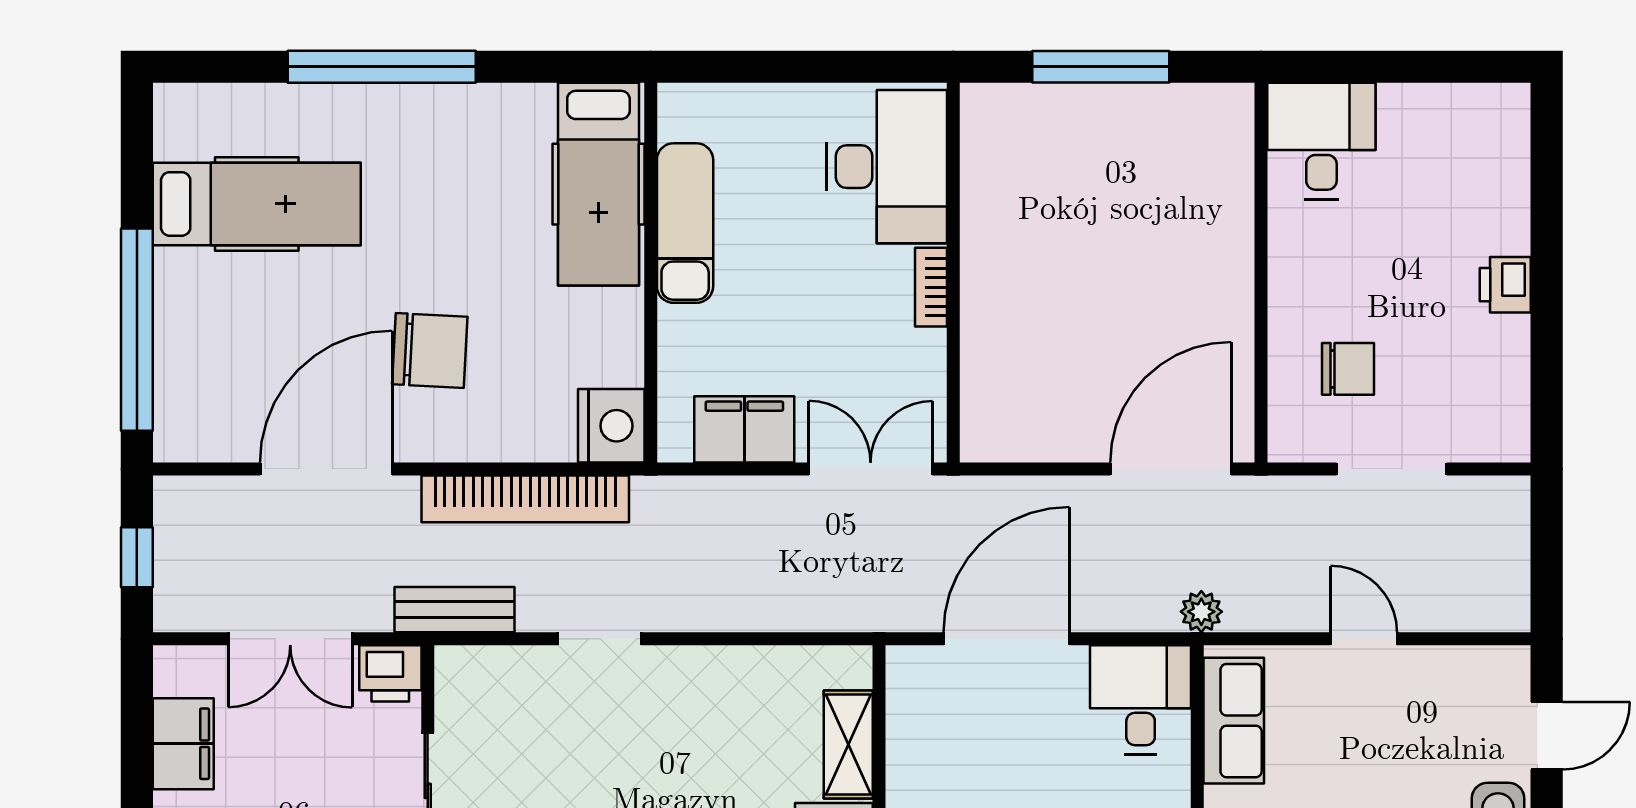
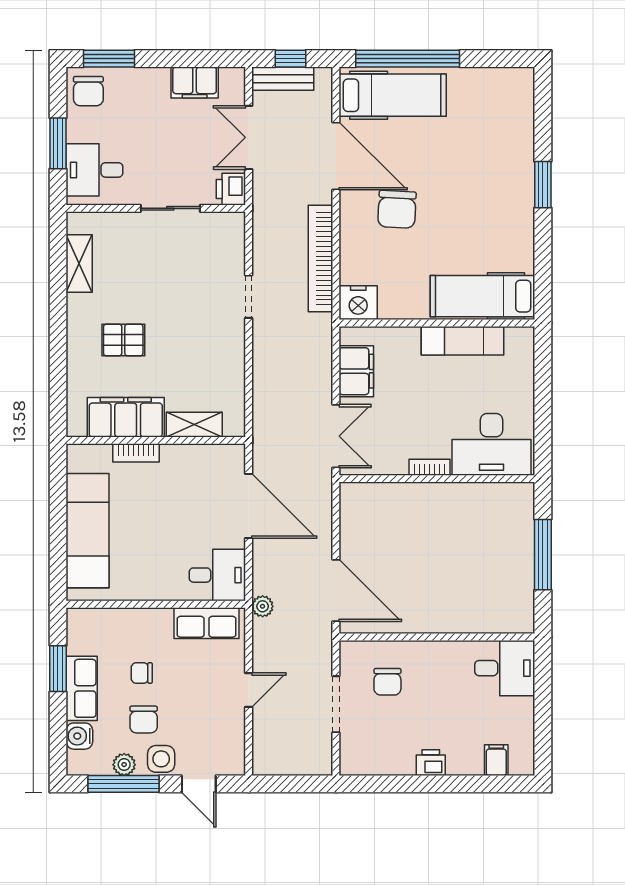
window: (382, 67) -> (543, 185), width x0.47
filing cabinet: (1500, 157) -> (496, 760), added
hospital bed: (257, 204) -> (393, 95), moved, turned -90
bench: (454, 610) -> (283, 79), moved, turned 90

